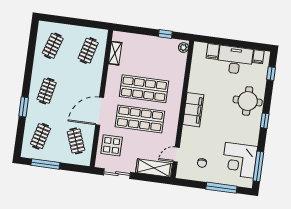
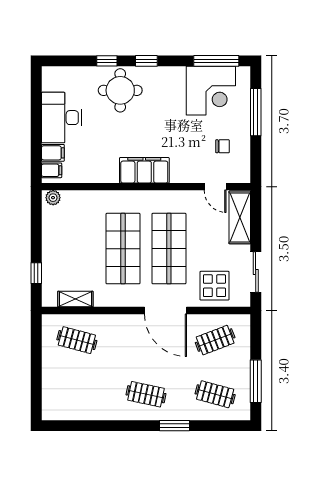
window: (165, 34) -> (36, 273), moved
clothes rail: (53, 46) -> (77, 394), removed
filing cabinet: (258, 57) -> (52, 170), moved
window: (271, 74) -> (107, 61), moved

